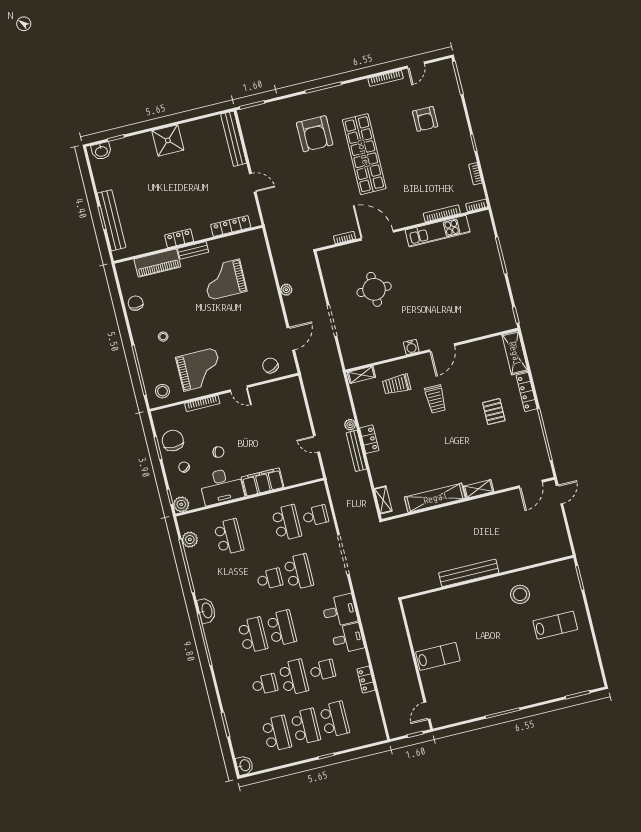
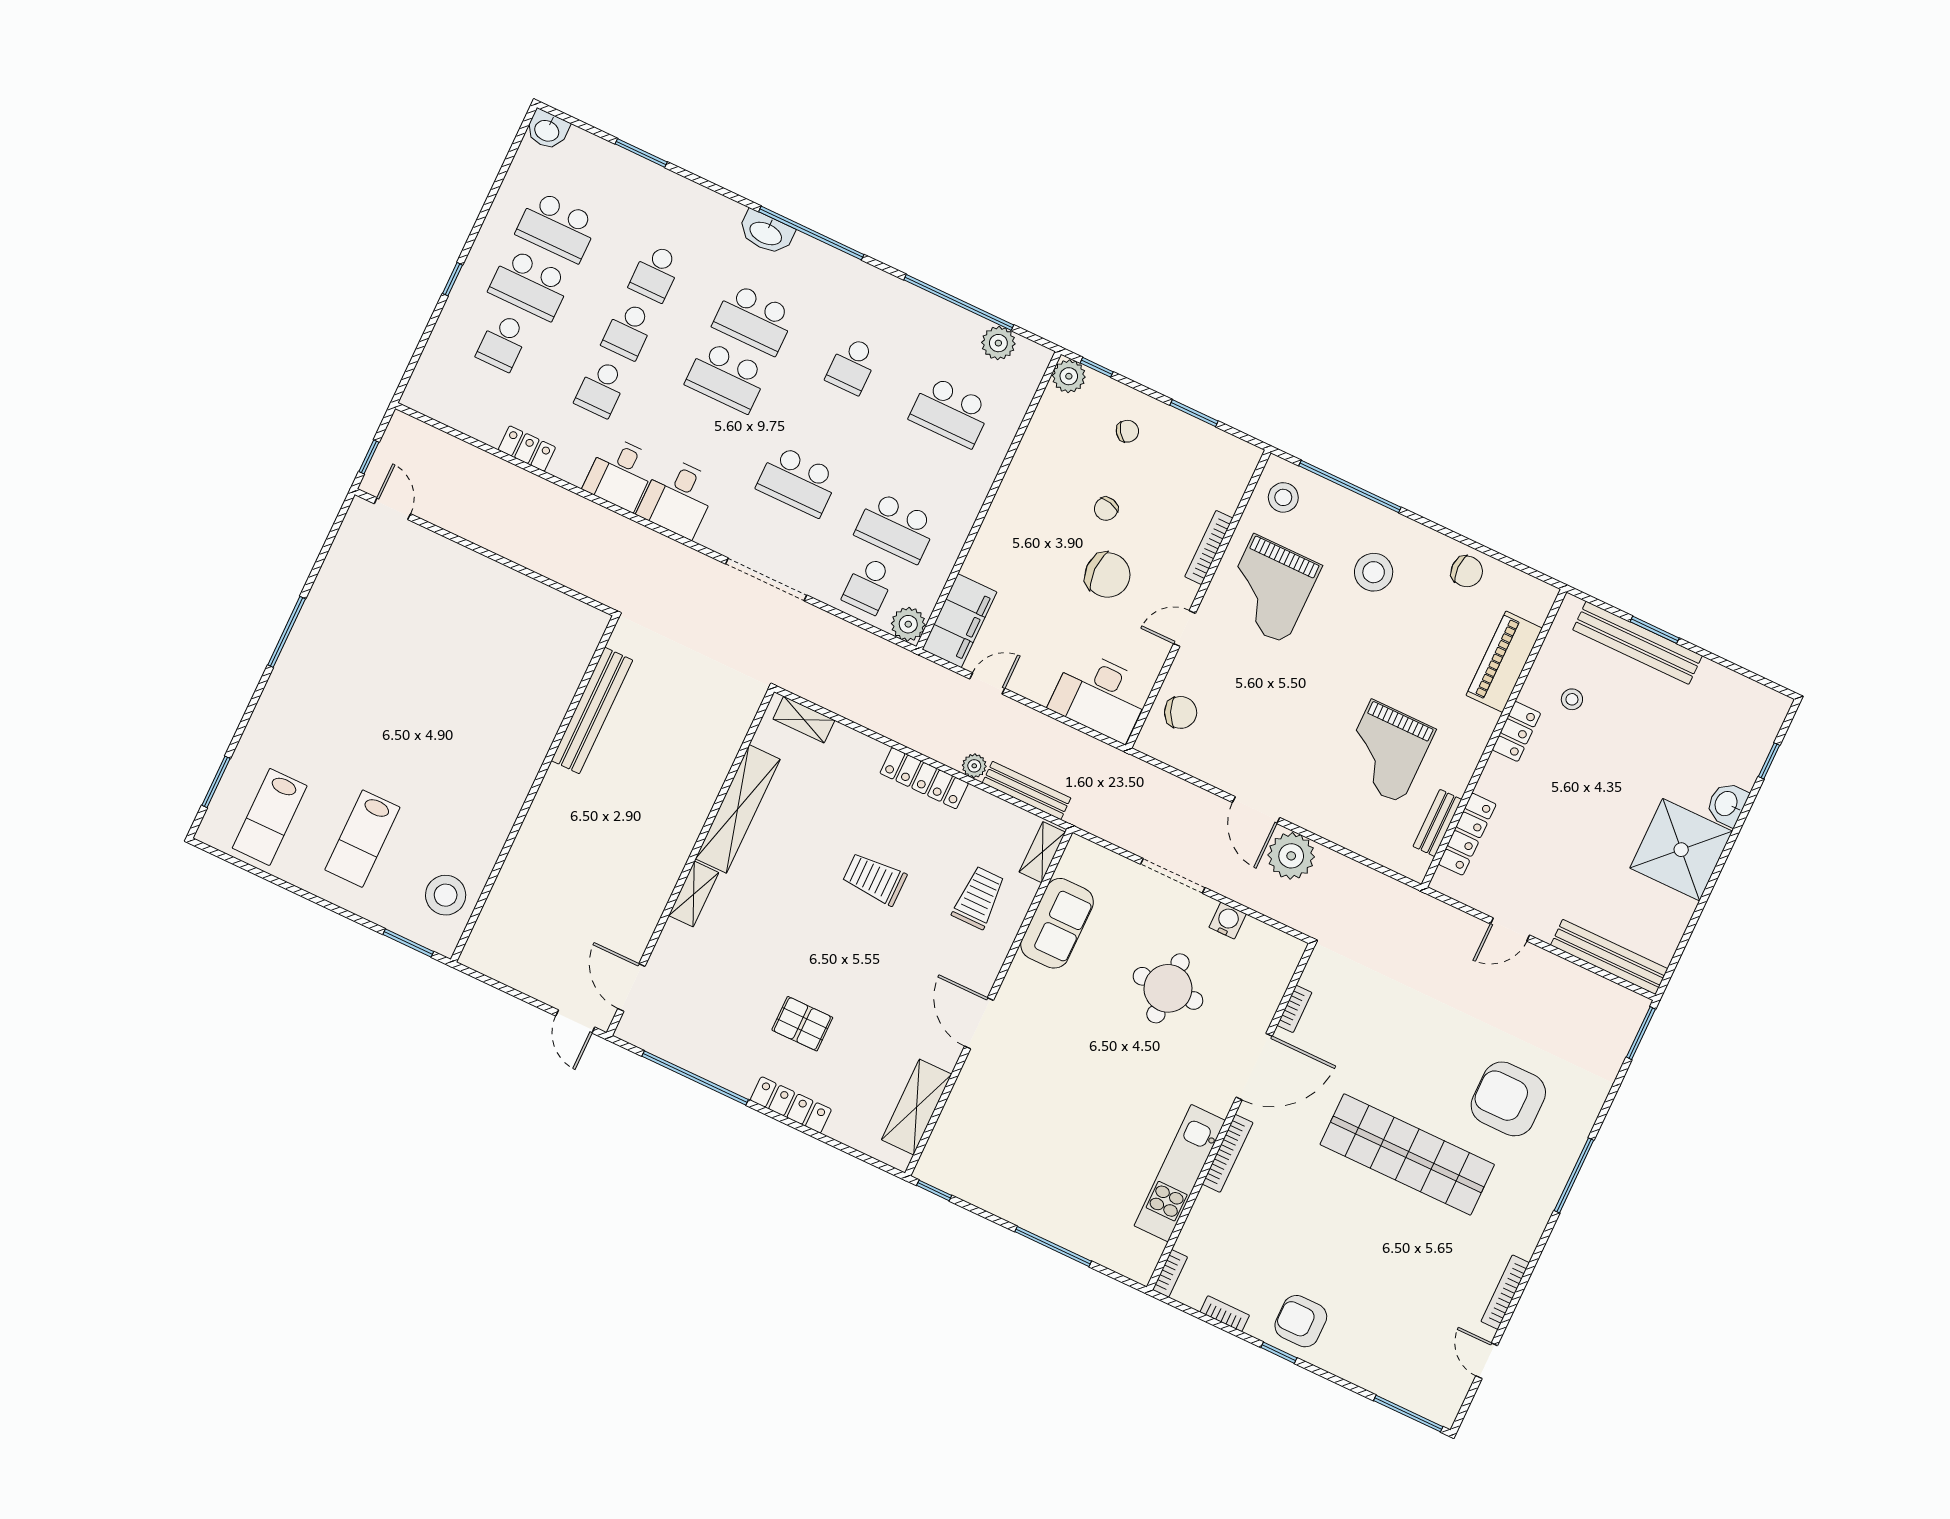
armchair: (425, 119) -> (1301, 1321), moved
shower: (168, 140) -> (1681, 850), width x1.37, depth x1.37
washbasin: (101, 151) -> (1727, 804), moved
bookcase: (442, 213) -> (1228, 1153), moved
stool: (151, 228) -> (1572, 699), added
bench: (193, 250) -> (1437, 823), moved
grand piano: (224, 280) -> (1386, 751), turned 180
plant: (286, 290) -> (1291, 856), width x1.88, depth x1.88
stool: (163, 337) -> (1374, 572), width x1.89, depth x1.89
door: (291, 339) -> (1256, 810), moved
water cooler: (411, 347) -> (1228, 921), moved, turned 90
sofa: (383, 349) -> (1057, 923), added
shelving: (515, 353) -> (917, 1107), moved, turned 90
trolley: (435, 399) -> (874, 879), moved
locker: (369, 439) -> (924, 778), width x1.53
chair: (173, 441) -> (1108, 575), moved
bench: (356, 451) -> (1027, 790), moved
filing cabinet: (263, 482) -> (959, 621), moved
desk: (222, 486) -> (1100, 696), moved, turned -90
plant: (318, 490) -> (908, 624), added
bench: (469, 573) -> (592, 710), moved
school desk: (270, 579) -> (852, 366), moved
stool: (520, 594) -> (446, 895), moved
washbasin: (207, 610) -> (766, 233), moved
lab bench: (438, 656) -> (270, 817), moved
school desk: (294, 677) -> (628, 331), width x0.54
school desk: (334, 719) -> (503, 342), width x0.54

